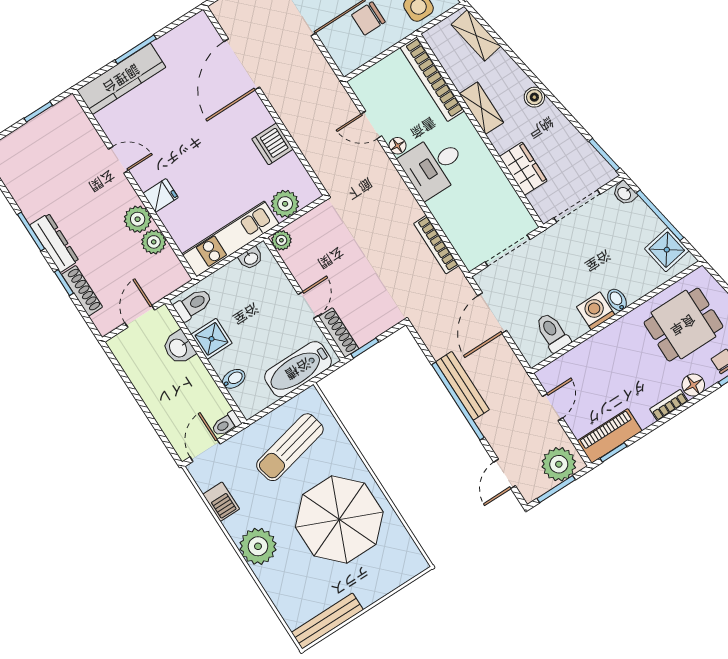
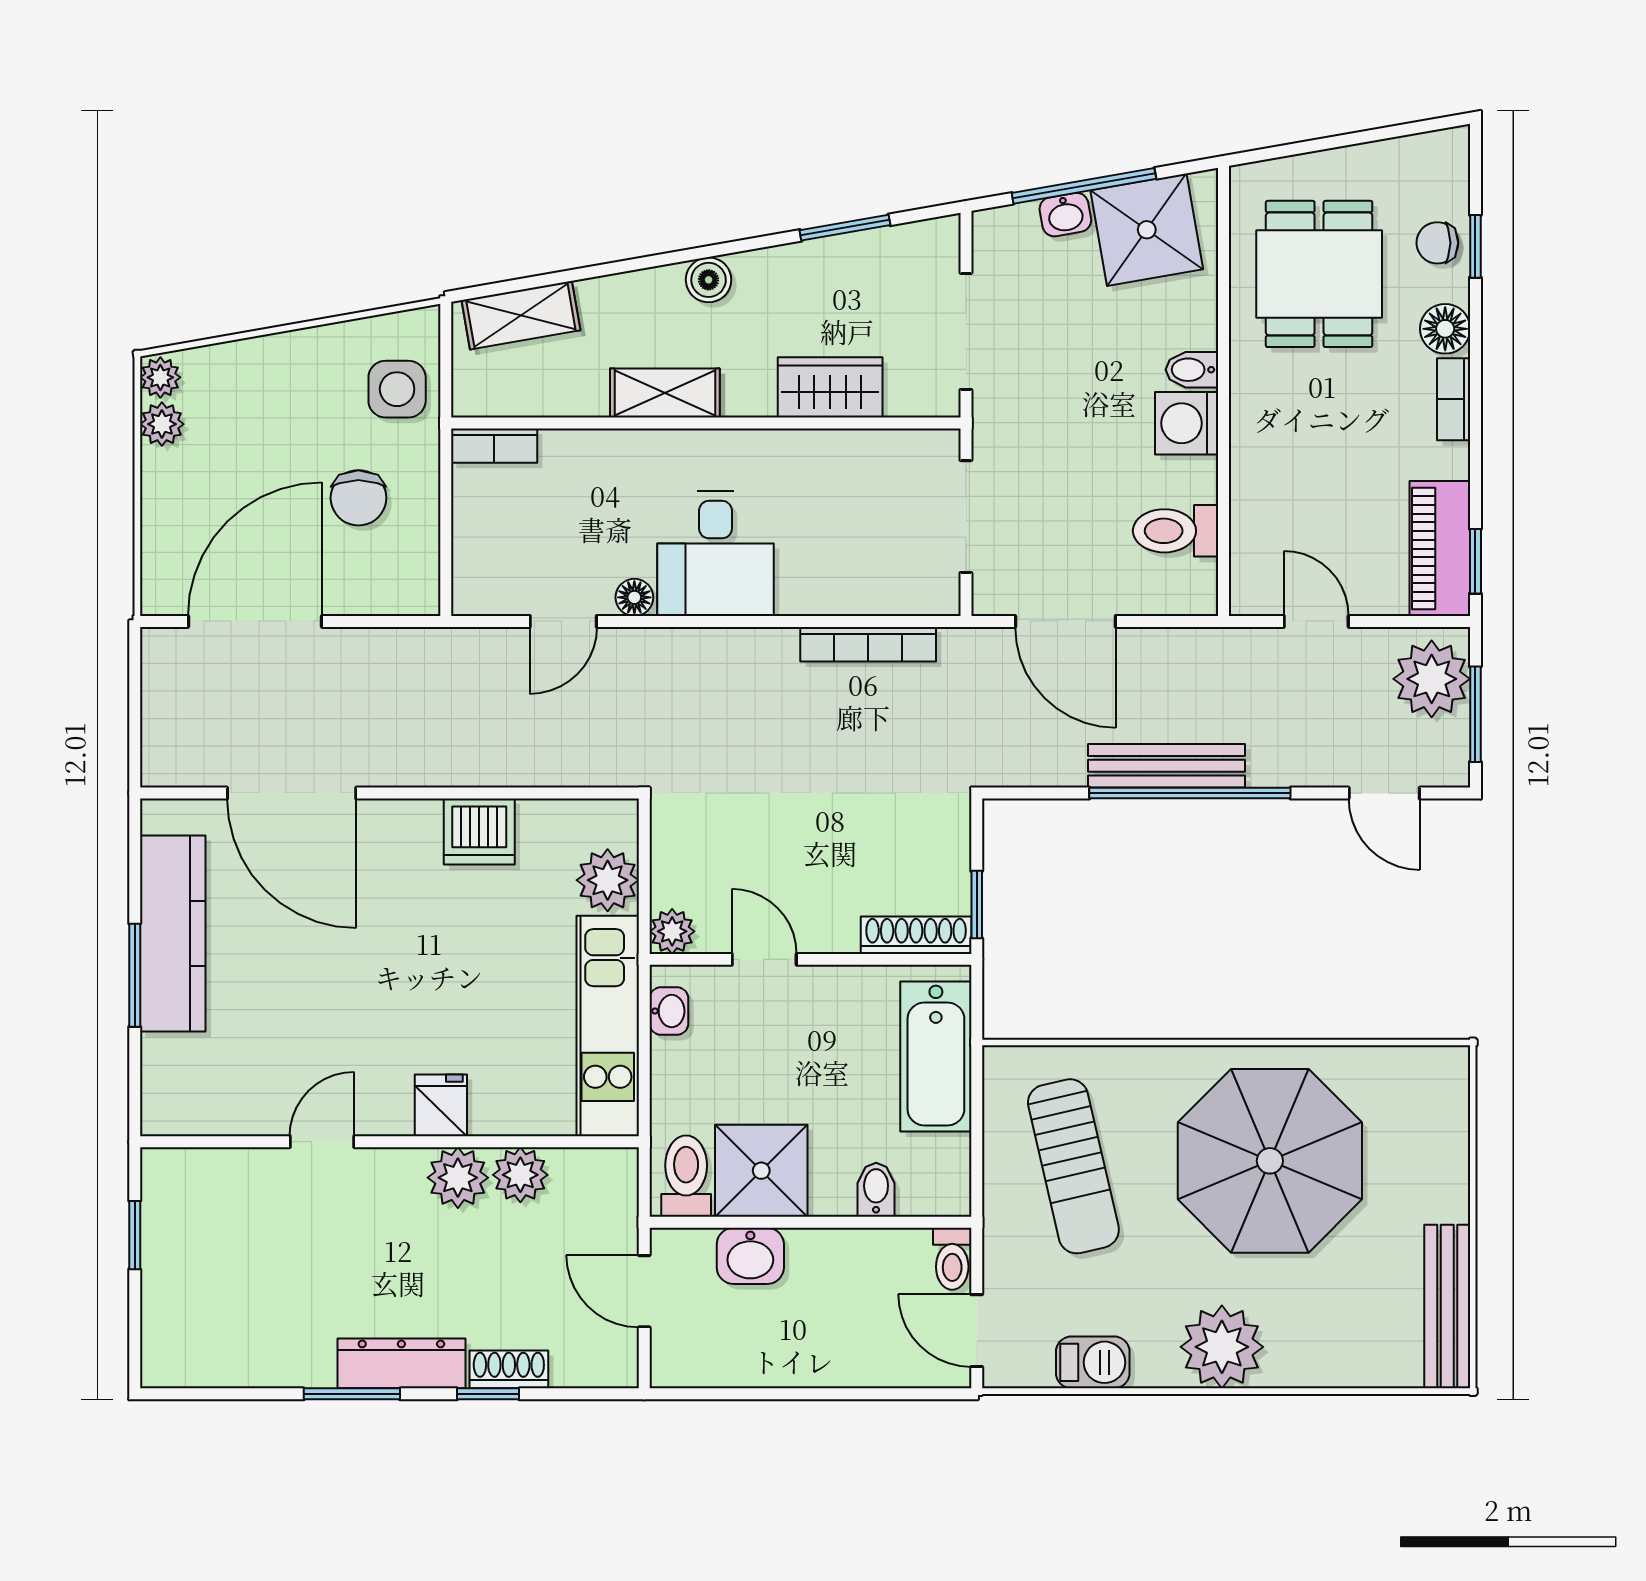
kitchen counter: (121, 79) -> (173, 933), moved
bookcase: (432, 79) -> (494, 446), width x0.43, depth x0.76
window: (604, 155) -> (845, 228), moved
washbasin: (625, 193) -> (1065, 215), moved
shower: (667, 250) -> (1147, 230), width x1.36, depth x1.36
shoe rack: (82, 291) -> (509, 1369), width x0.70
door: (308, 305) -> (764, 959), moved
shower: (212, 339) -> (761, 1171), width x1.36, depth x1.36

